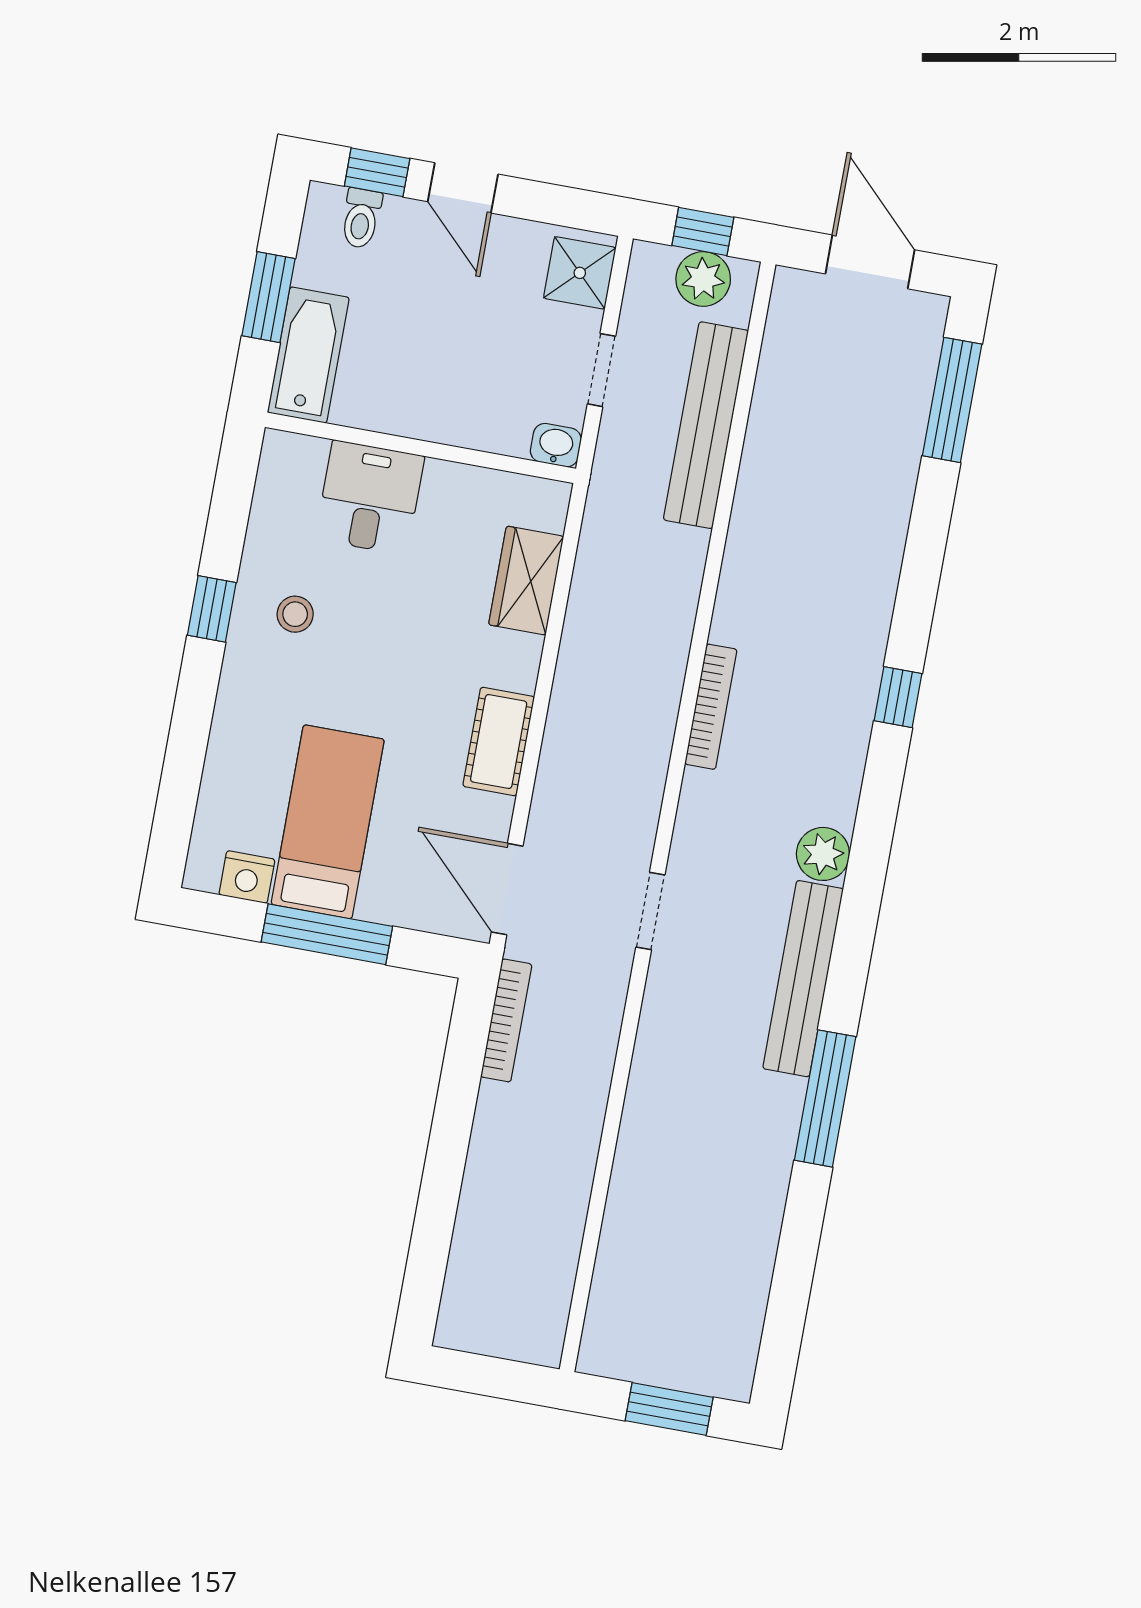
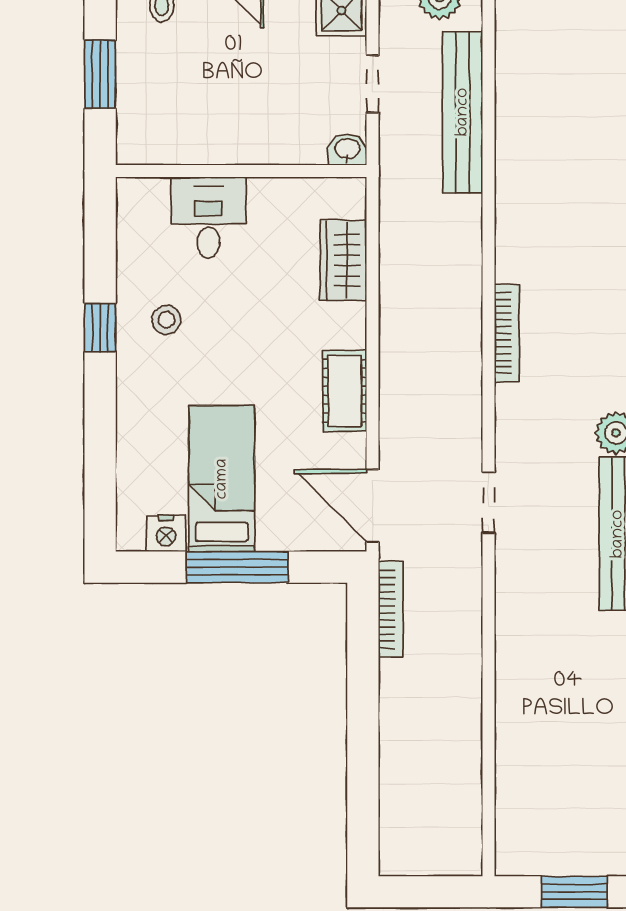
bathtub: (308, 355) -> (140, 114), removed

